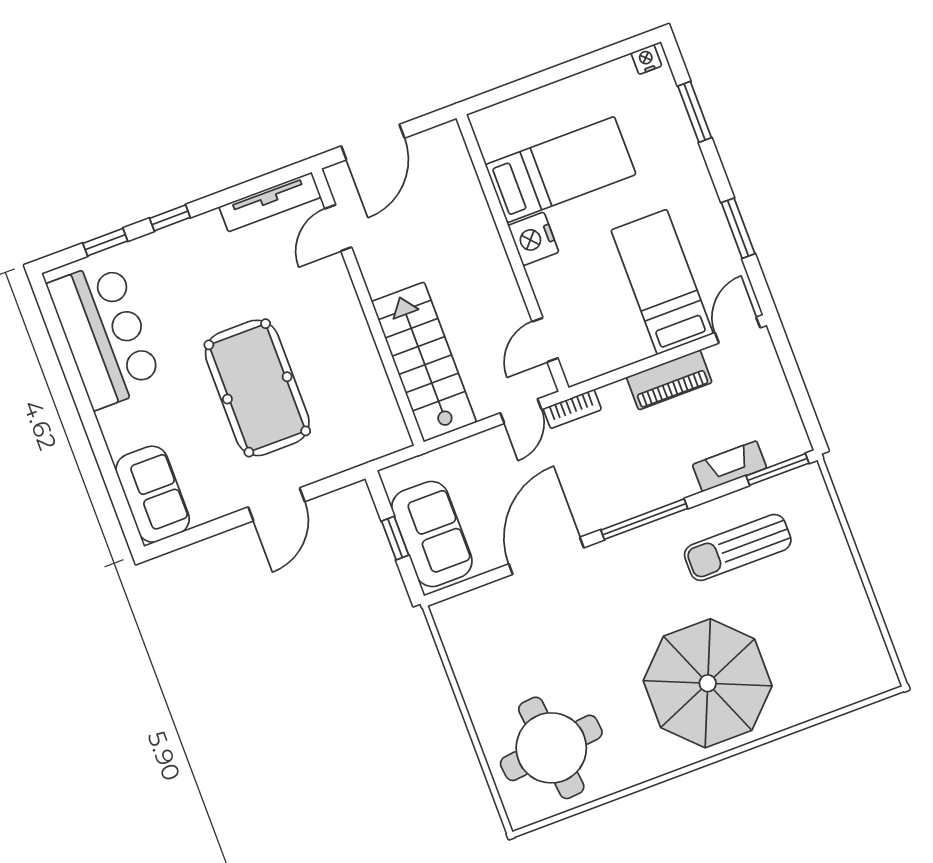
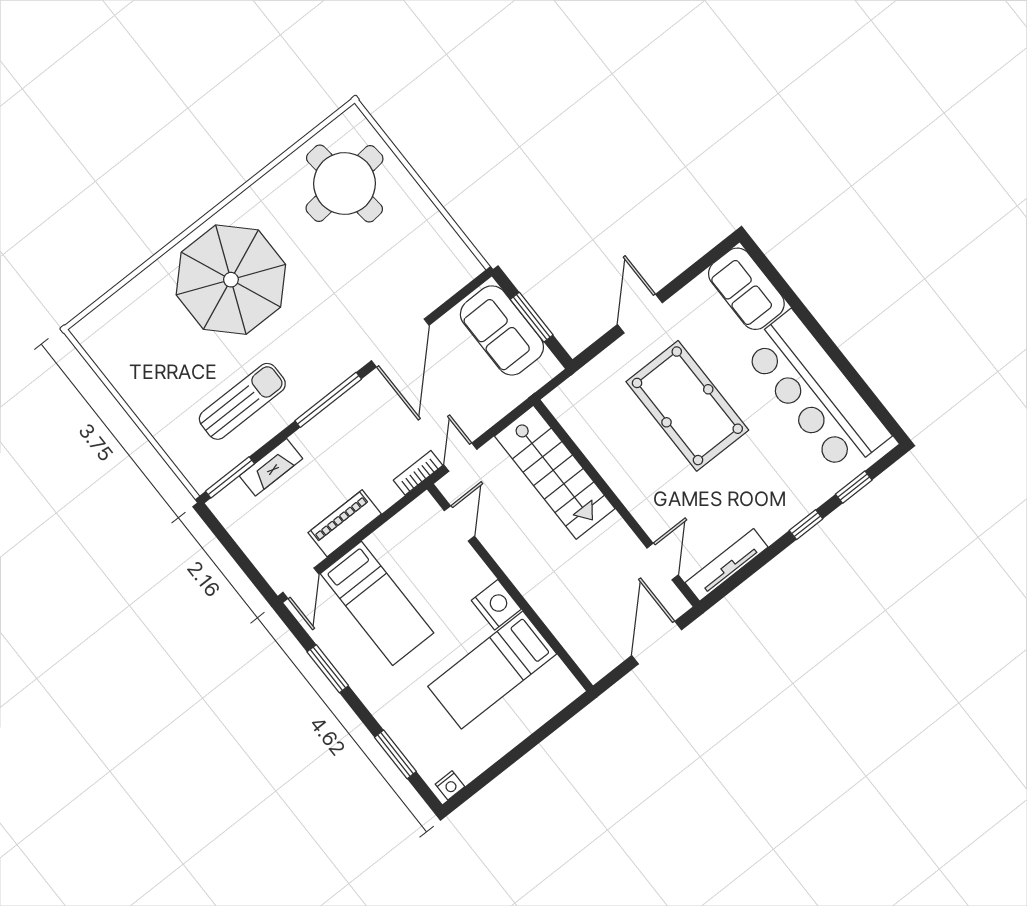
bar counter: (105, 334) -> (816, 393), width x1.36
window: (395, 538) -> (532, 317), width x1.50

